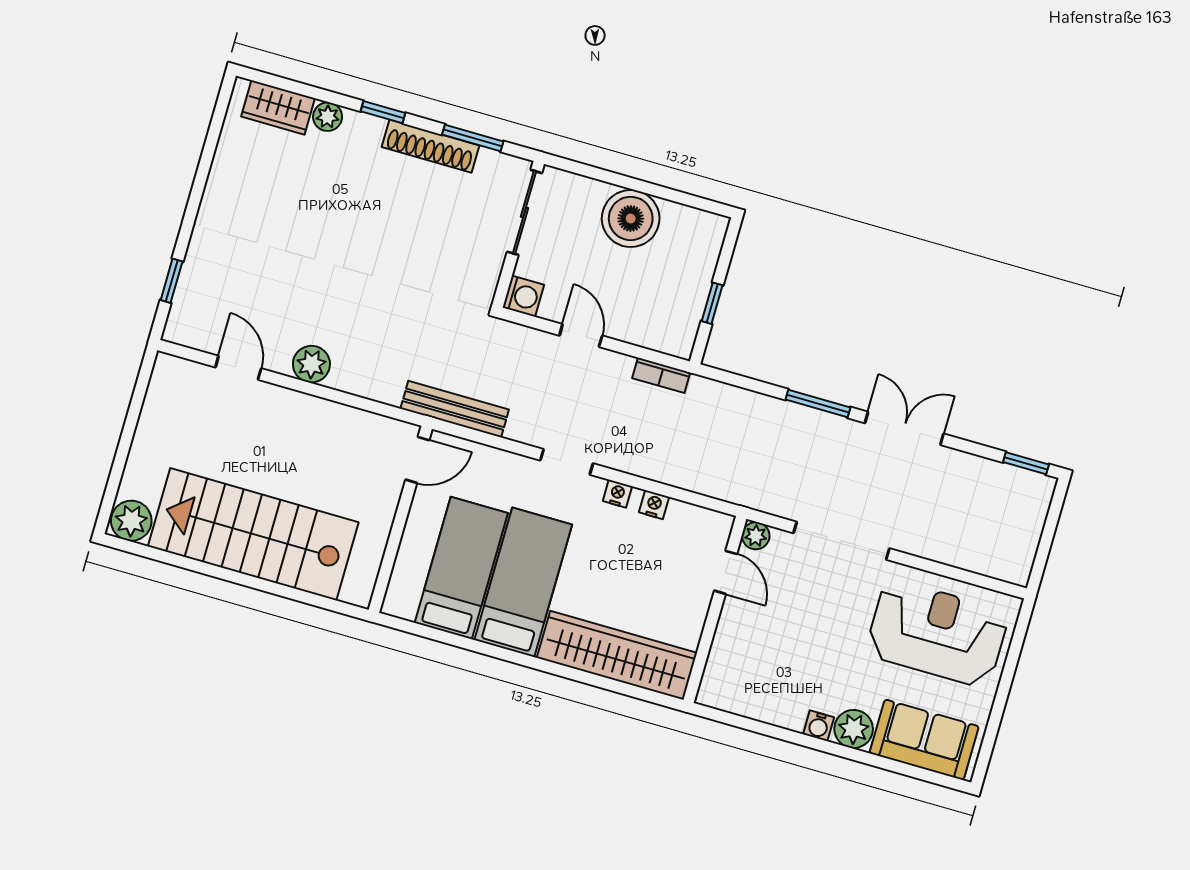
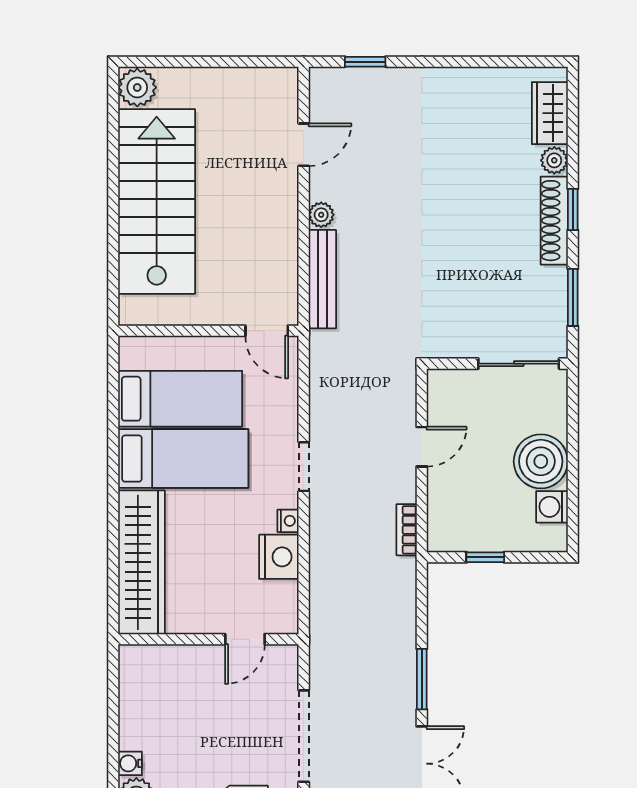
shoe rack: (430, 146) -> (554, 221), moved
washing machine: (523, 296) -> (552, 507), moved, turned 90
plant: (311, 364) -> (321, 215), width x0.73, depth x0.73
bench: (455, 409) -> (322, 279), moved
nightstand: (654, 505) -> (279, 557), width x1.89, depth x1.79
plant: (756, 536) -> (286, 657), removed

